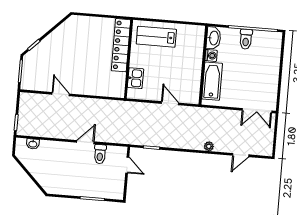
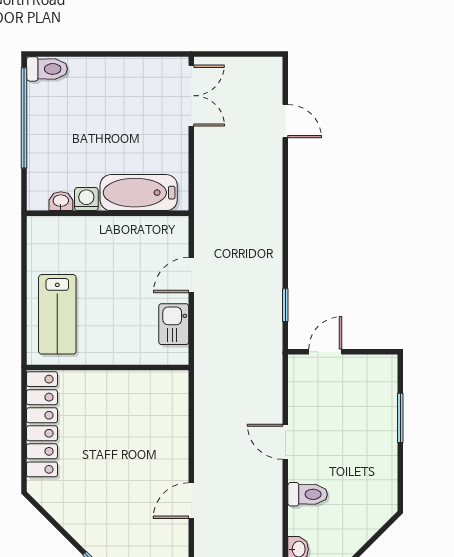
washbasin: (214, 38) -> (61, 201), width x0.52, depth x0.69
toilet: (246, 39) -> (47, 69), moved
locker: (121, 45) -> (42, 424), moved, turned -90
kitchen sink: (136, 78) -> (174, 324), moved, turned -90
plant: (209, 146) -> (273, 188), removed
toilet: (100, 154) -> (308, 494), moved

